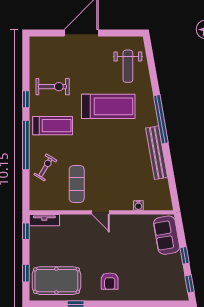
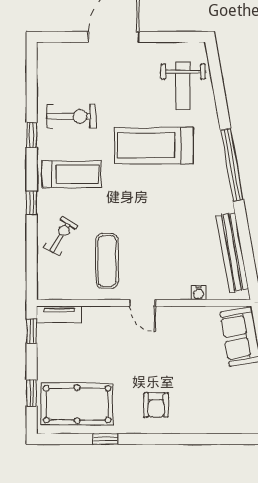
treadmill: (108, 106) -> (154, 146), turned 180
window: (26, 145) -> (32, 203), width x0.32
bench: (157, 153) -> (232, 252), moved

